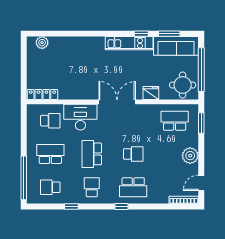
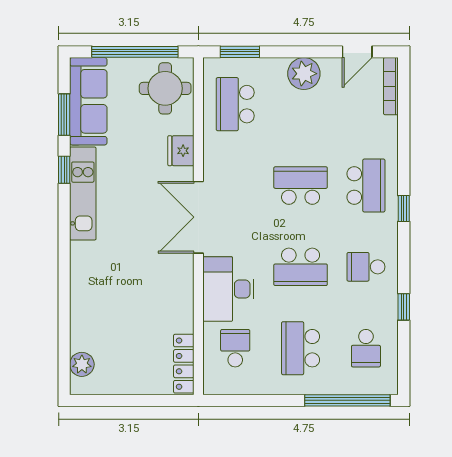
school desk: (133, 154) -> (301, 185), width x1.85
door: (201, 183) -> (357, 52), hinge flipped

